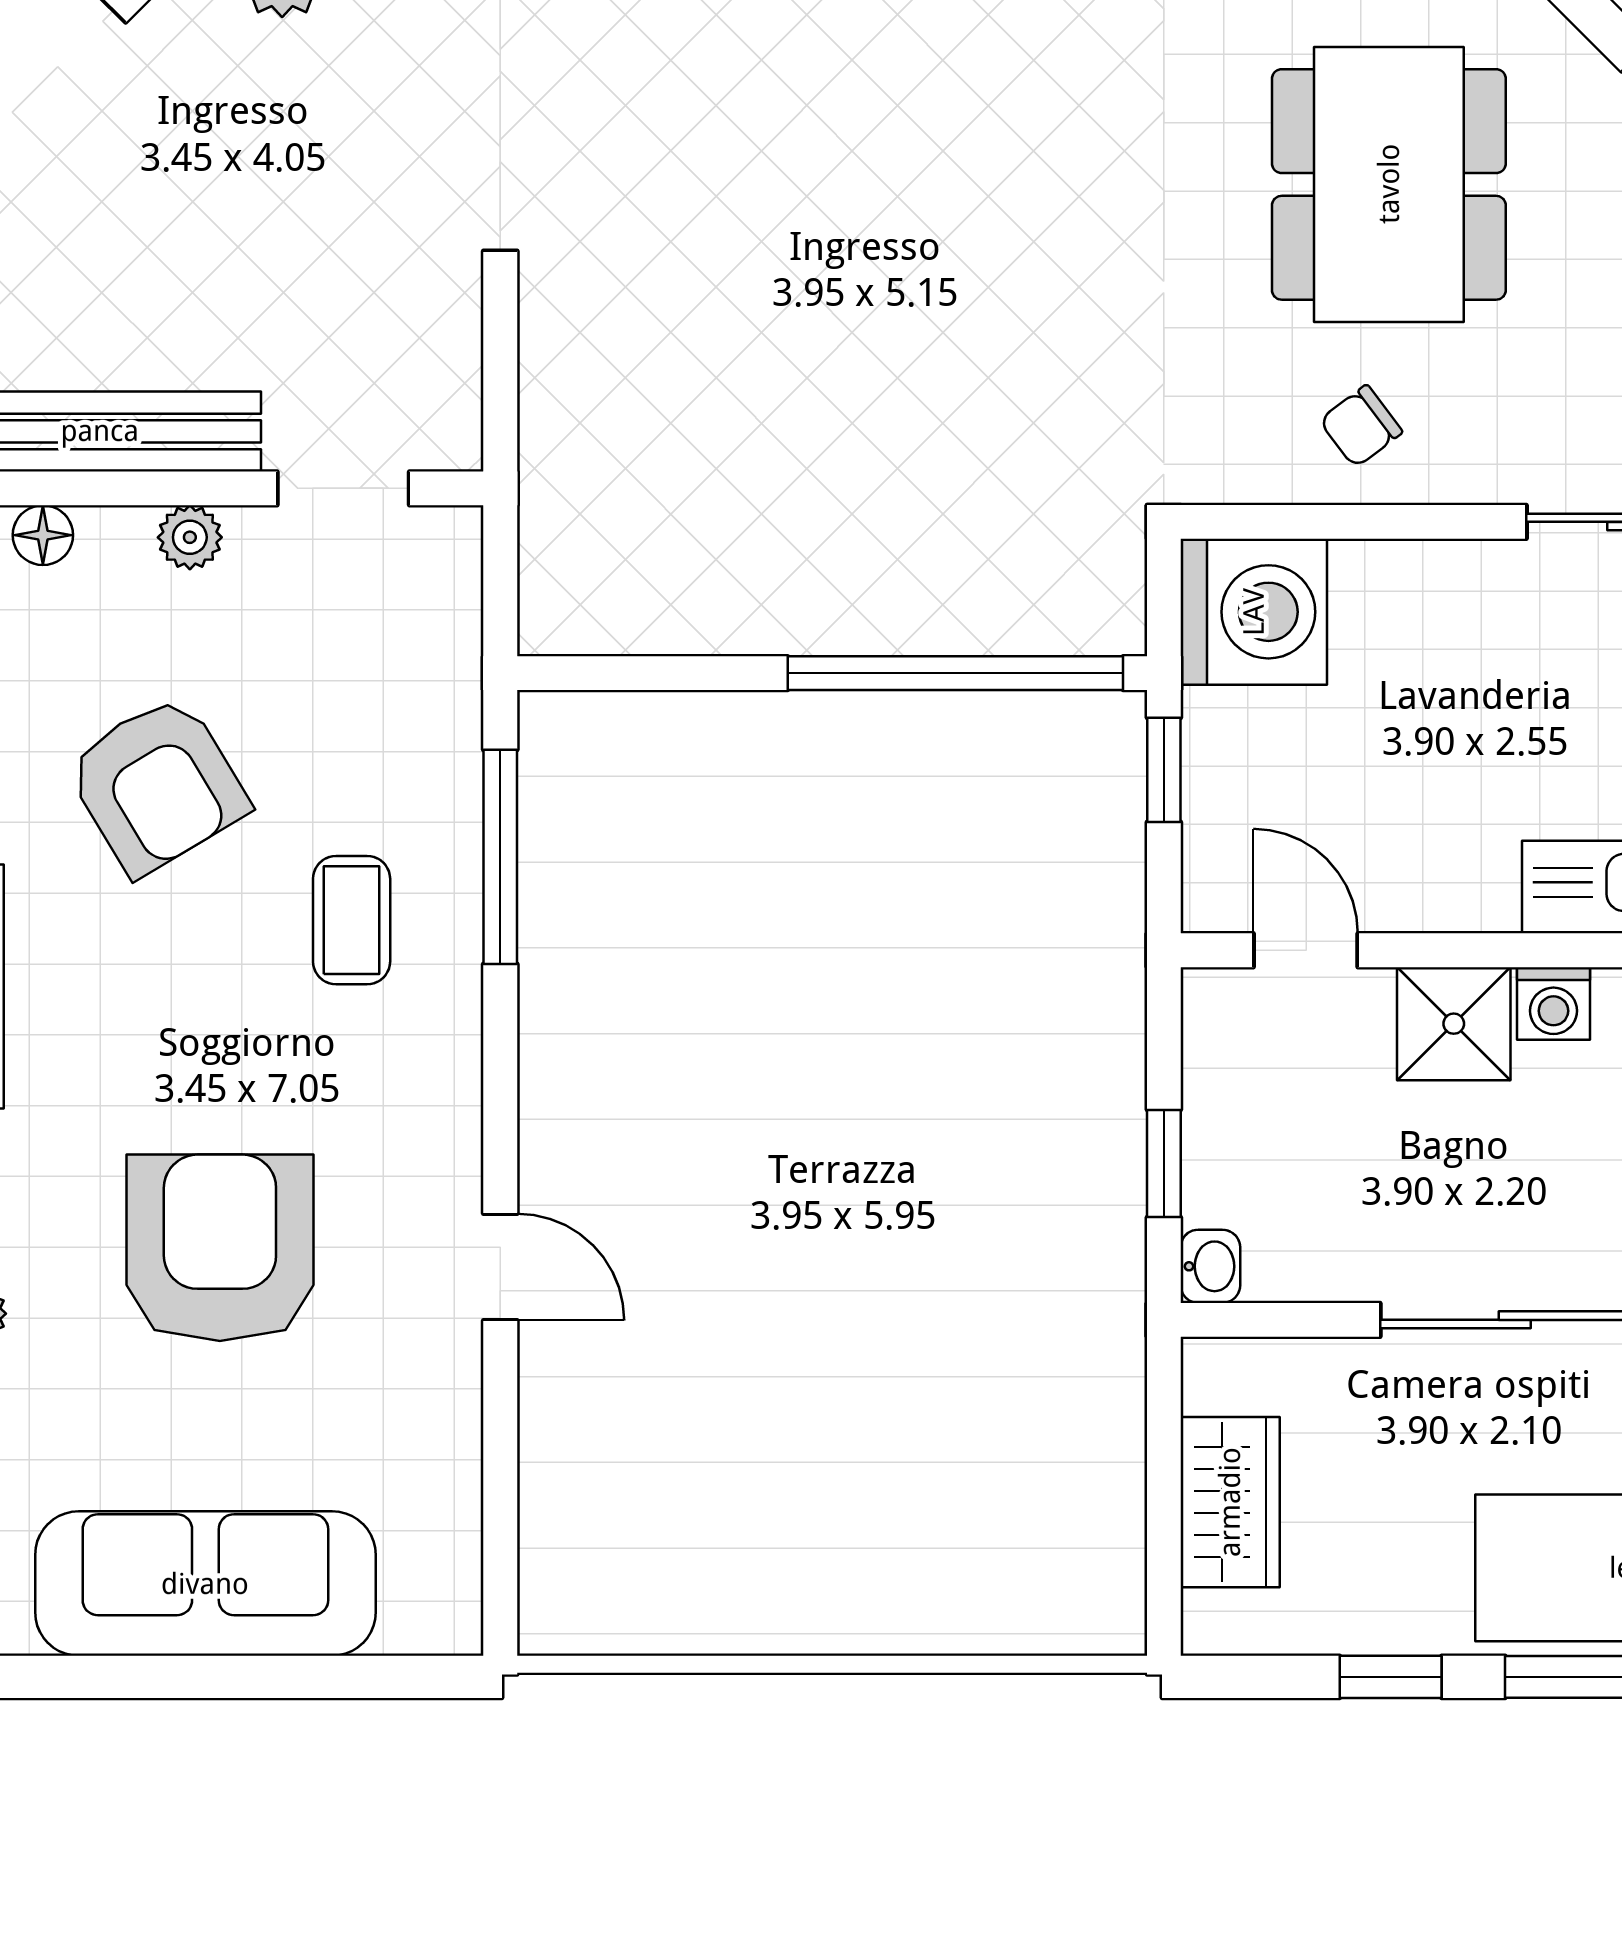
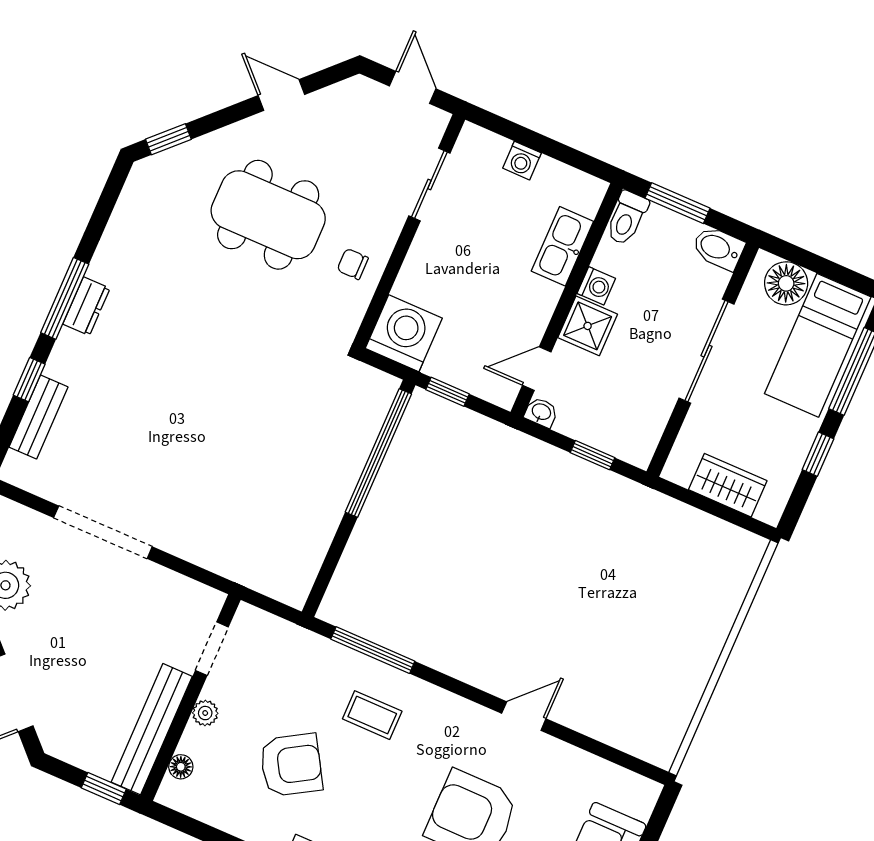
chair: (1361, 426) -> (353, 264), turned 127
washbasin: (1210, 1266) -> (541, 412), moved

